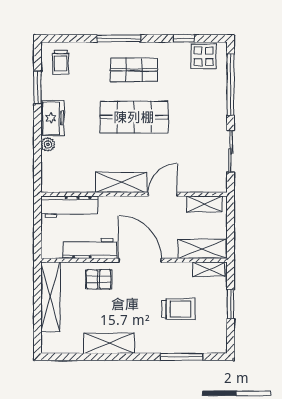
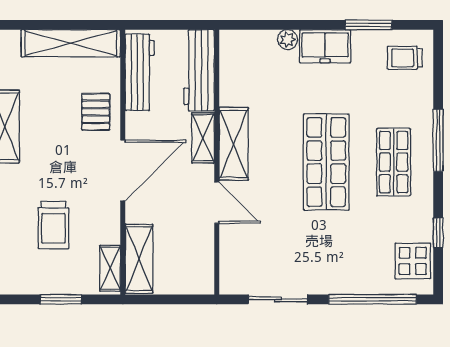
shelving: (204, 204) -> (203, 138), moved
workbench: (90, 248) -> (140, 72), moved

